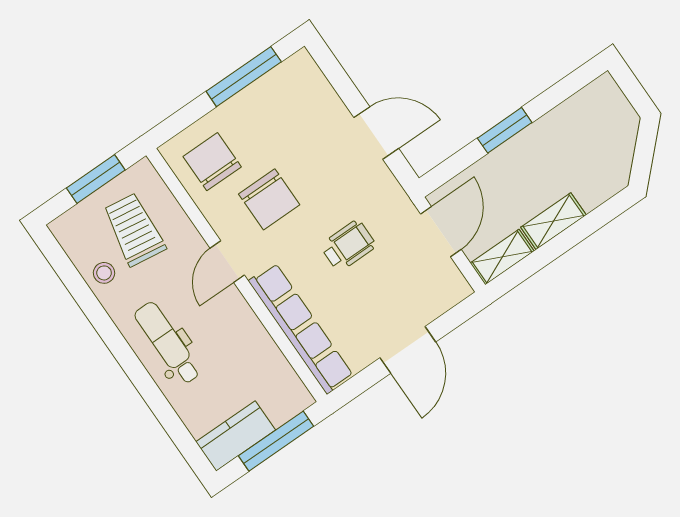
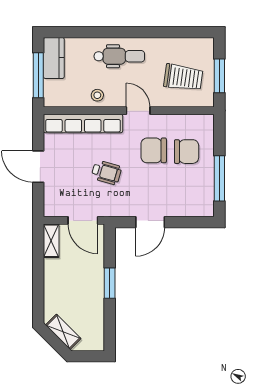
chair: (212, 162) -> (187, 152), moved
shelving: (553, 221) -> (63, 332), moved, turned -45
wheelchair: (348, 246) -> (106, 172), turned -74
stool: (104, 273) -> (97, 95), moved

